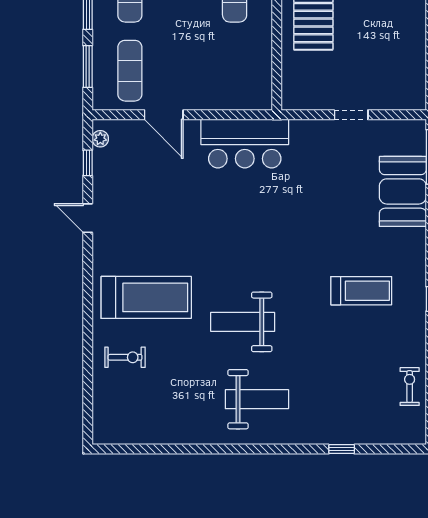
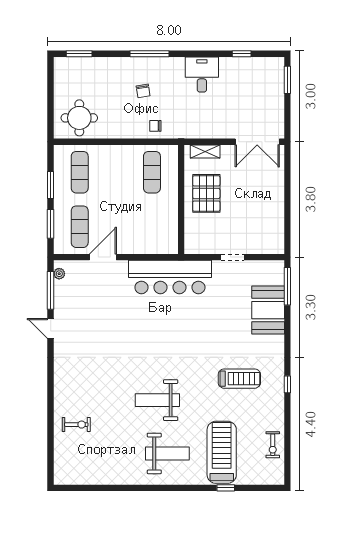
door: (164, 115) -> (103, 257), swing flipped
bar counter: (245, 144) -> (170, 277), width x1.36
window: (88, 163) -> (51, 290), width x2.17
treadmill: (146, 297) -> (222, 452), moved, turned -90
exercise bike: (410, 387) -> (273, 445), turned 180

